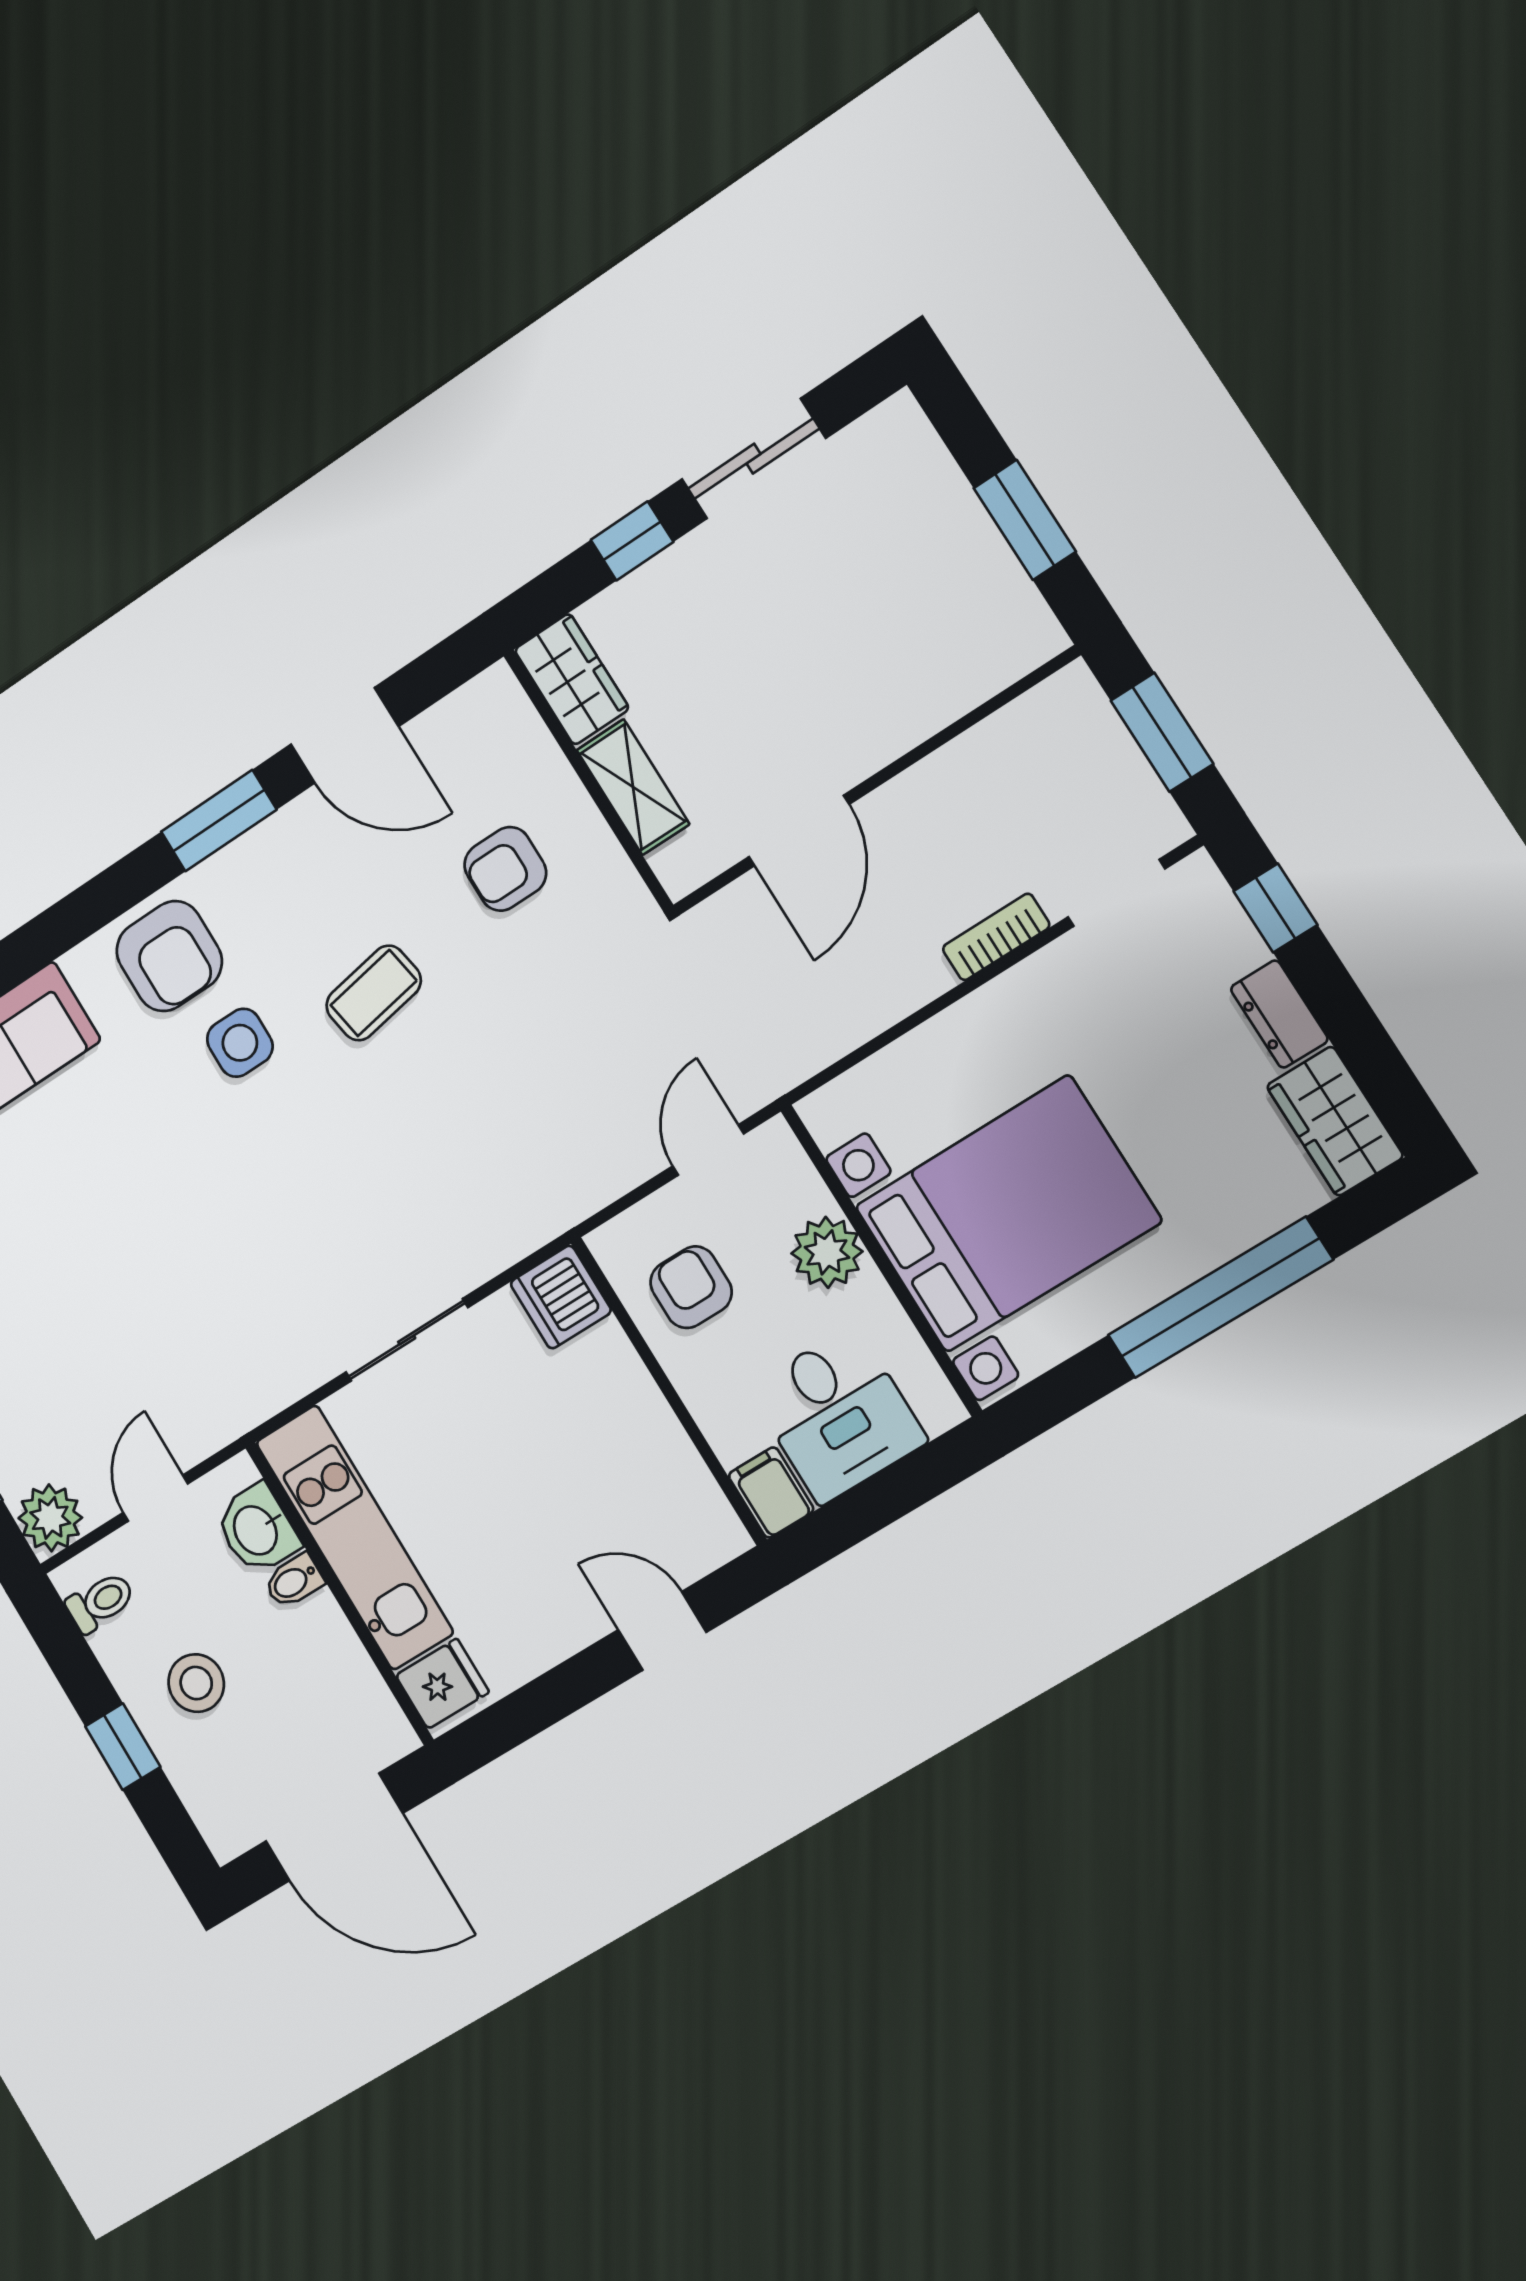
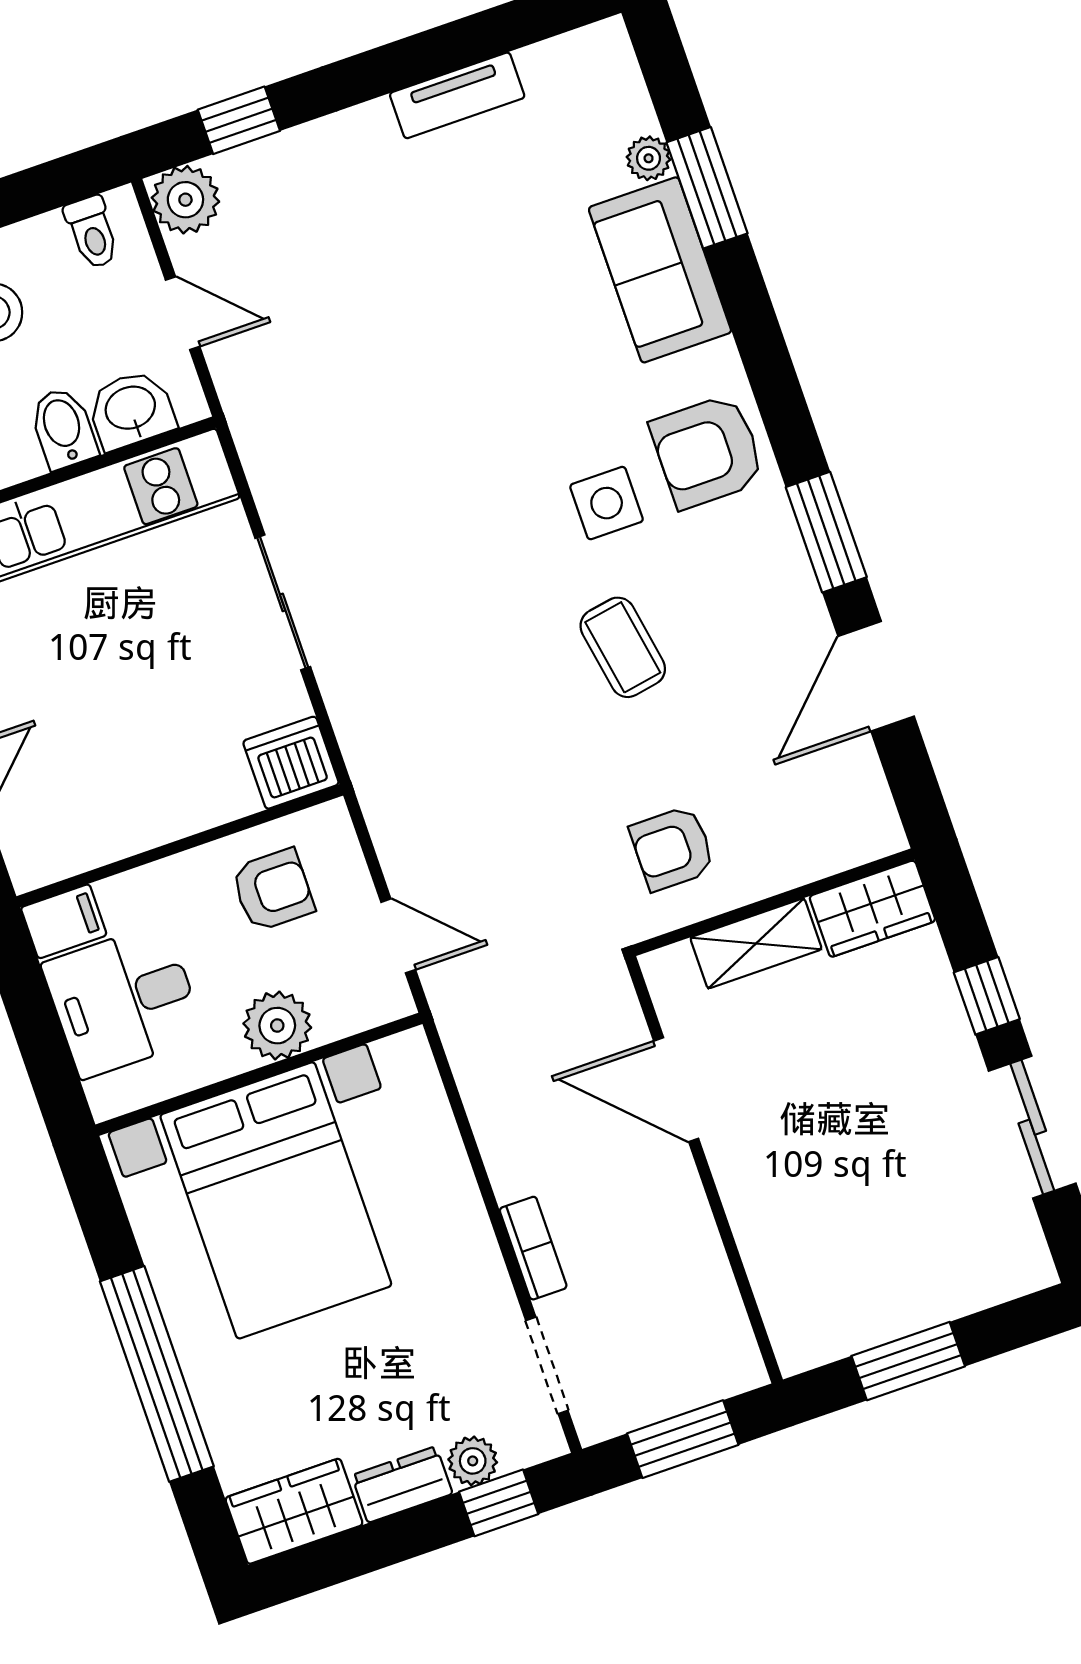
armchair: (505, 869) -> (672, 848), moved, turned -90
plant: (1236, 946) -> (473, 1461), added
bidet: (294, 1581) -> (63, 428), width x1.38, depth x1.36

